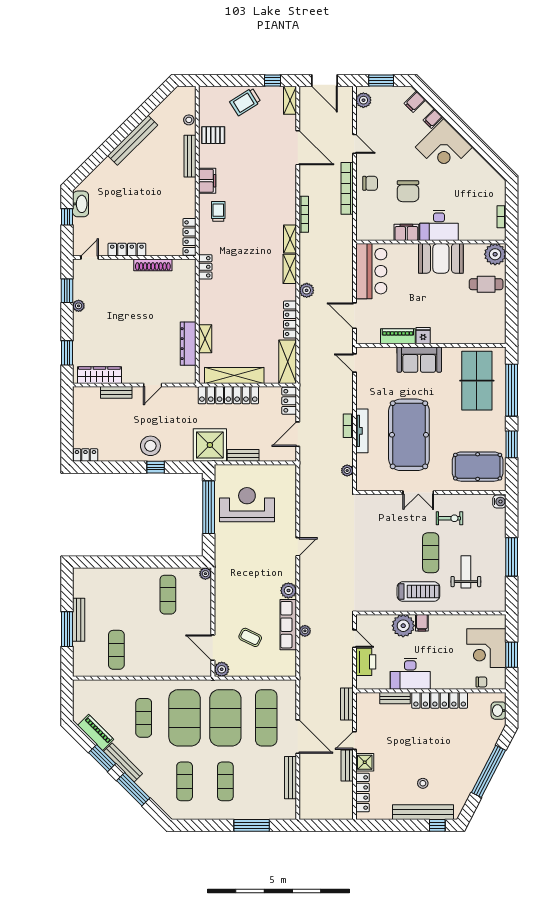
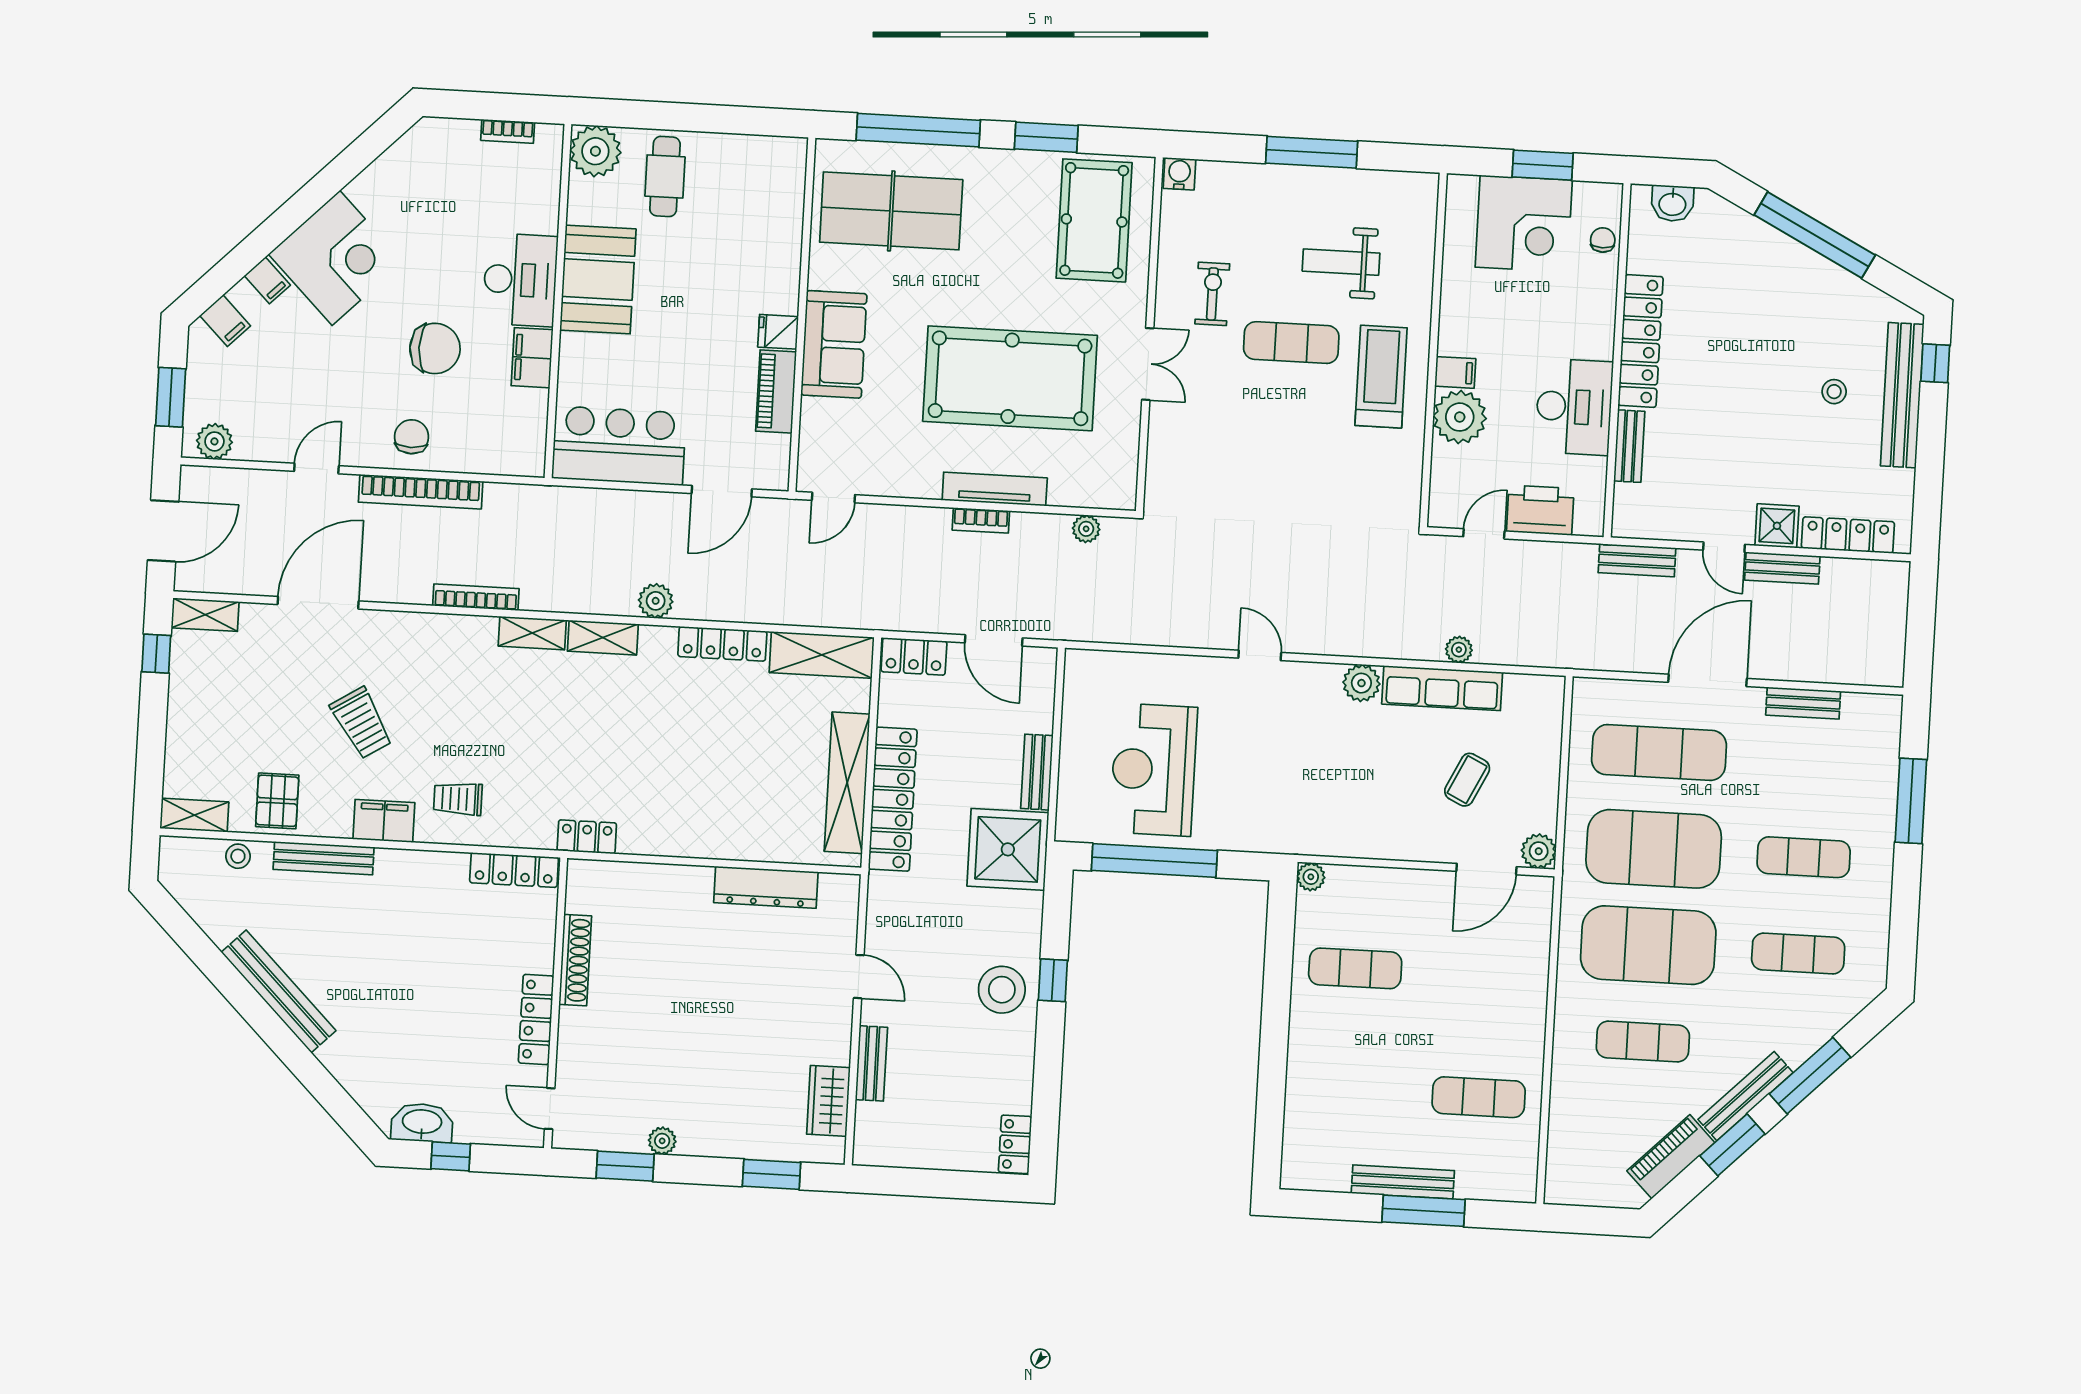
trolley: (245, 102) -> (361, 723), moved
shelving: (205, 339) -> (194, 815), moved
wardrobe: (99, 375) -> (828, 1101), width x0.67
bench: (290, 778) -> (1803, 703), width x0.73

